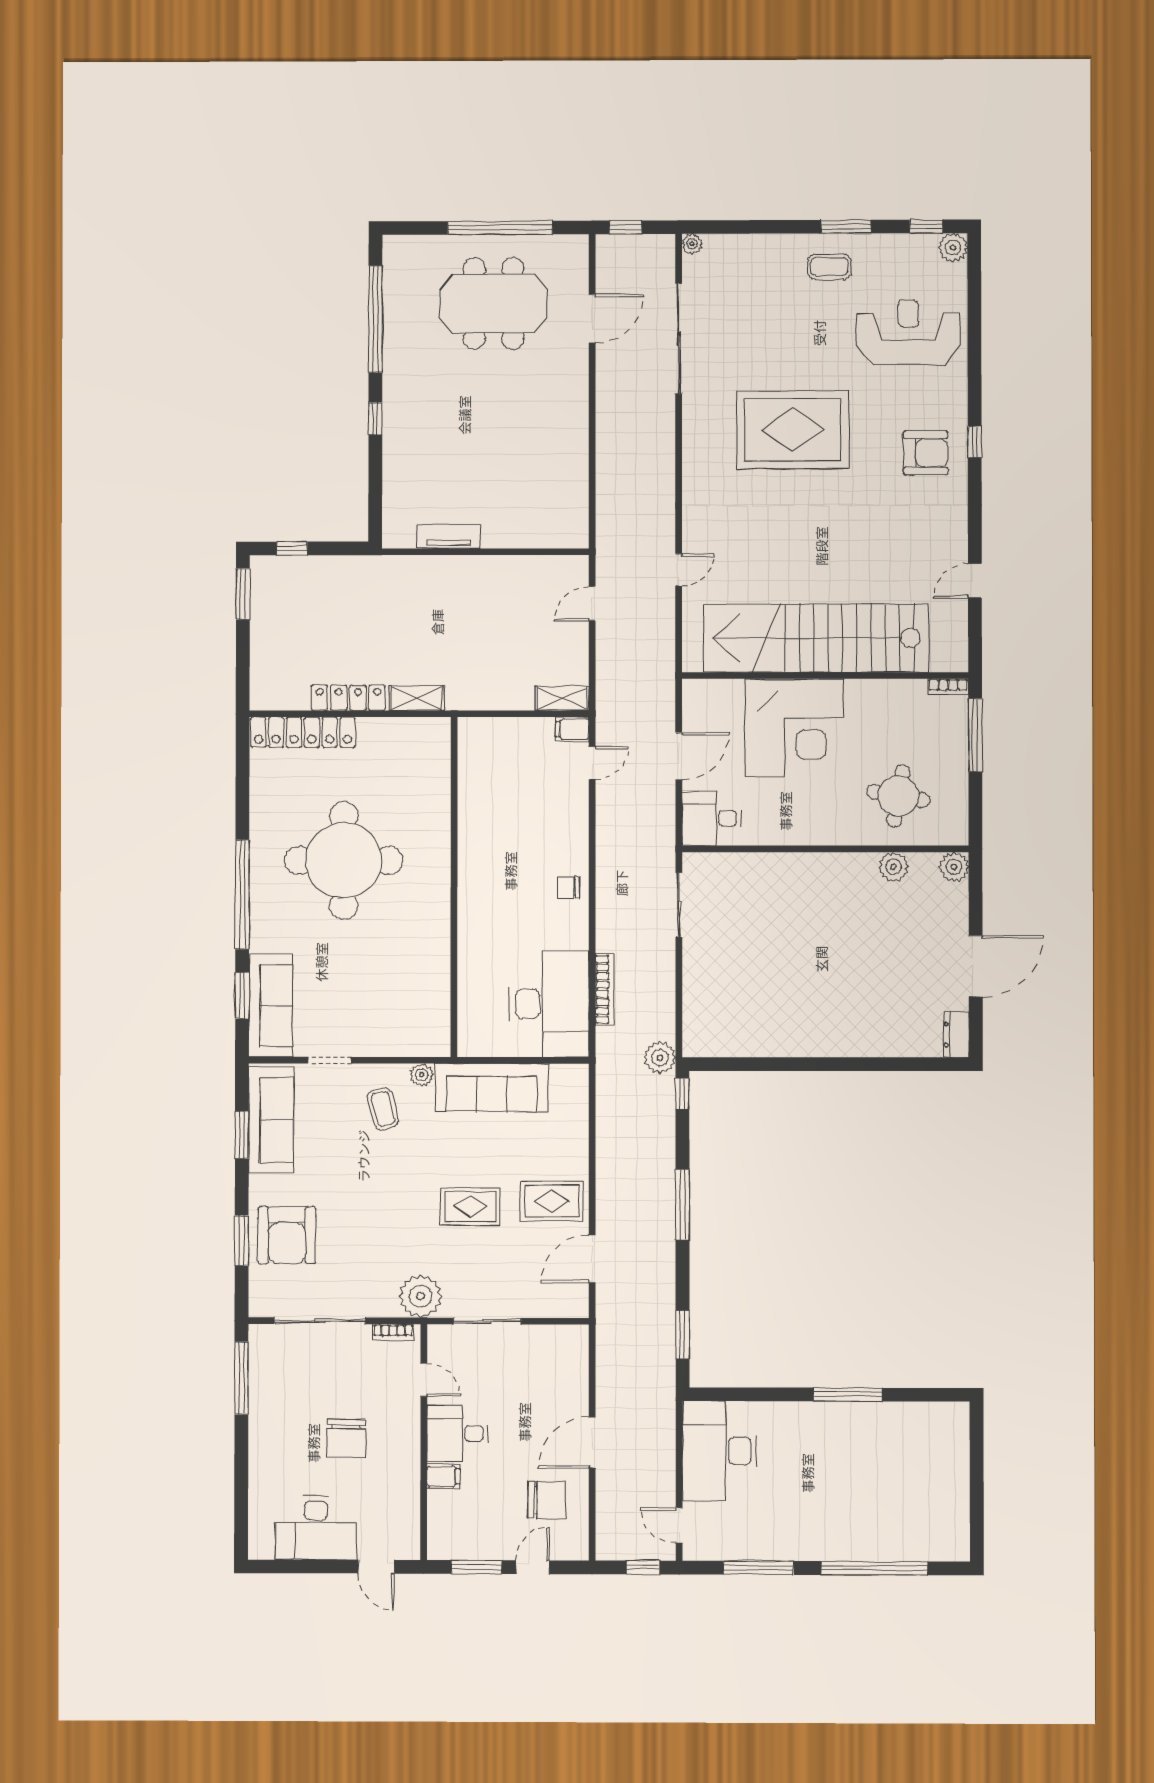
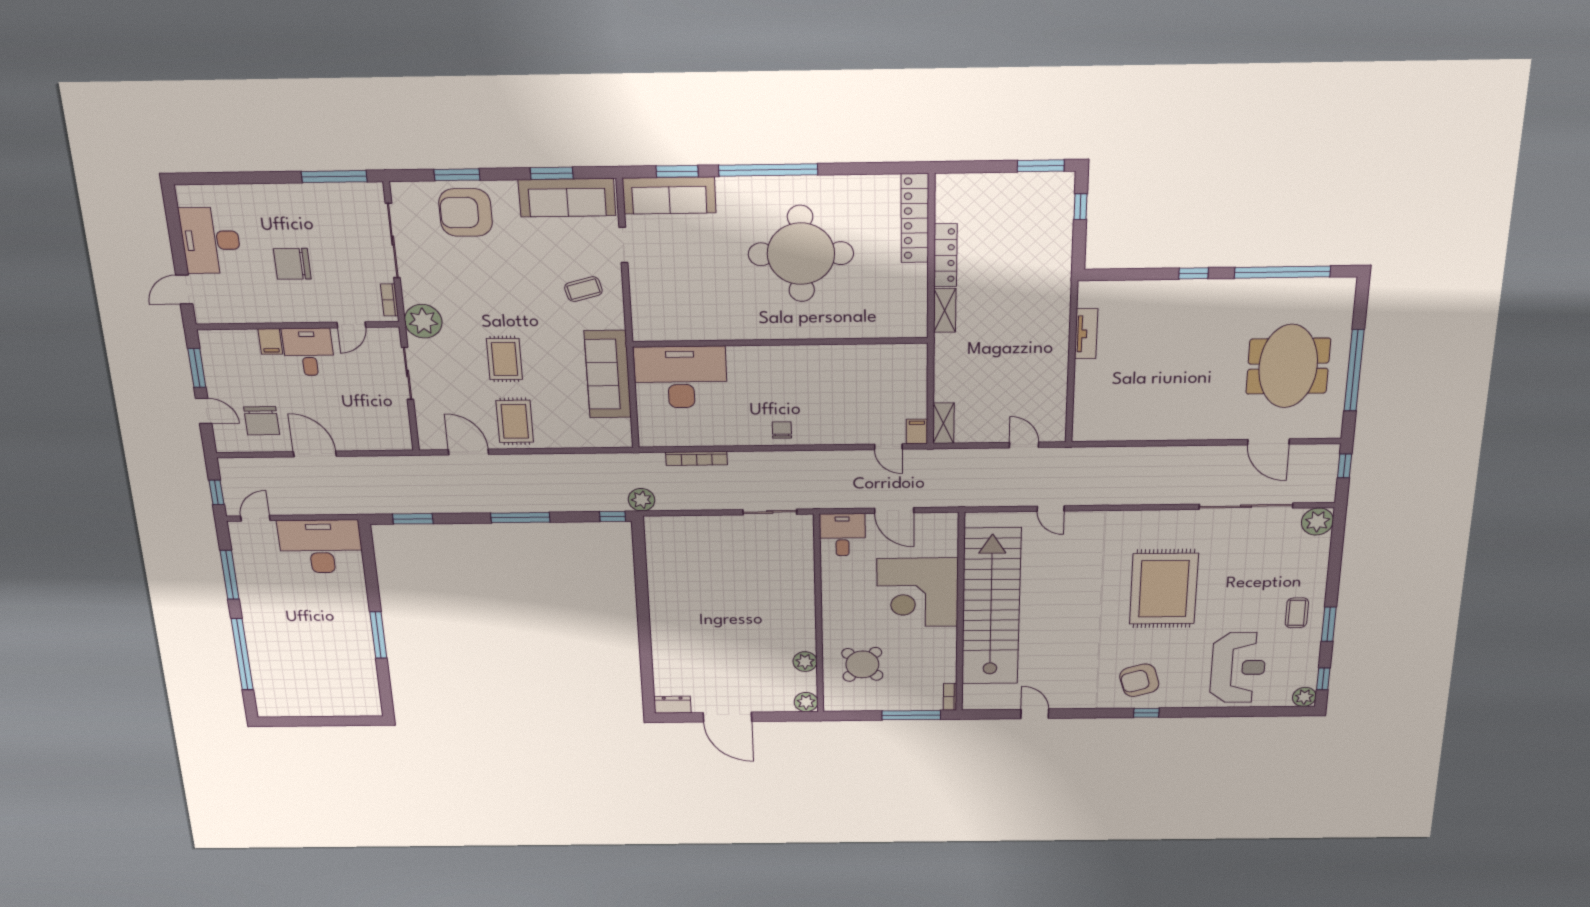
plant: (692, 244) -> (1317, 522), width x1.88, depth x1.88
armchair: (926, 453) -> (1139, 680), turned 74
round table: (898, 796) -> (862, 664), turned 33
desk: (549, 1004) -> (681, 377), moved, turned 180
plant: (422, 1075) -> (615, 319), removed

